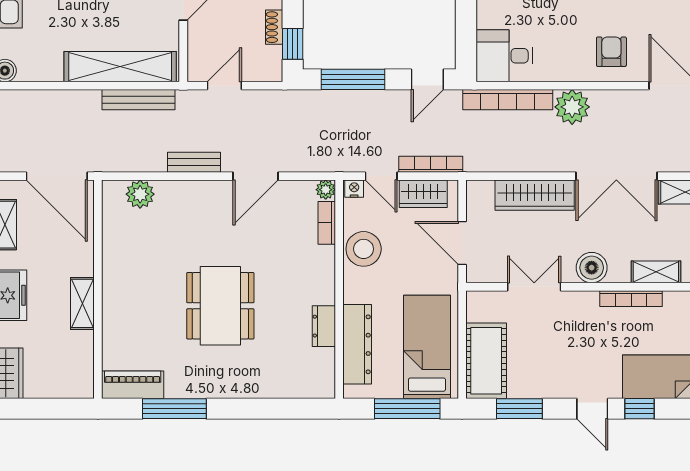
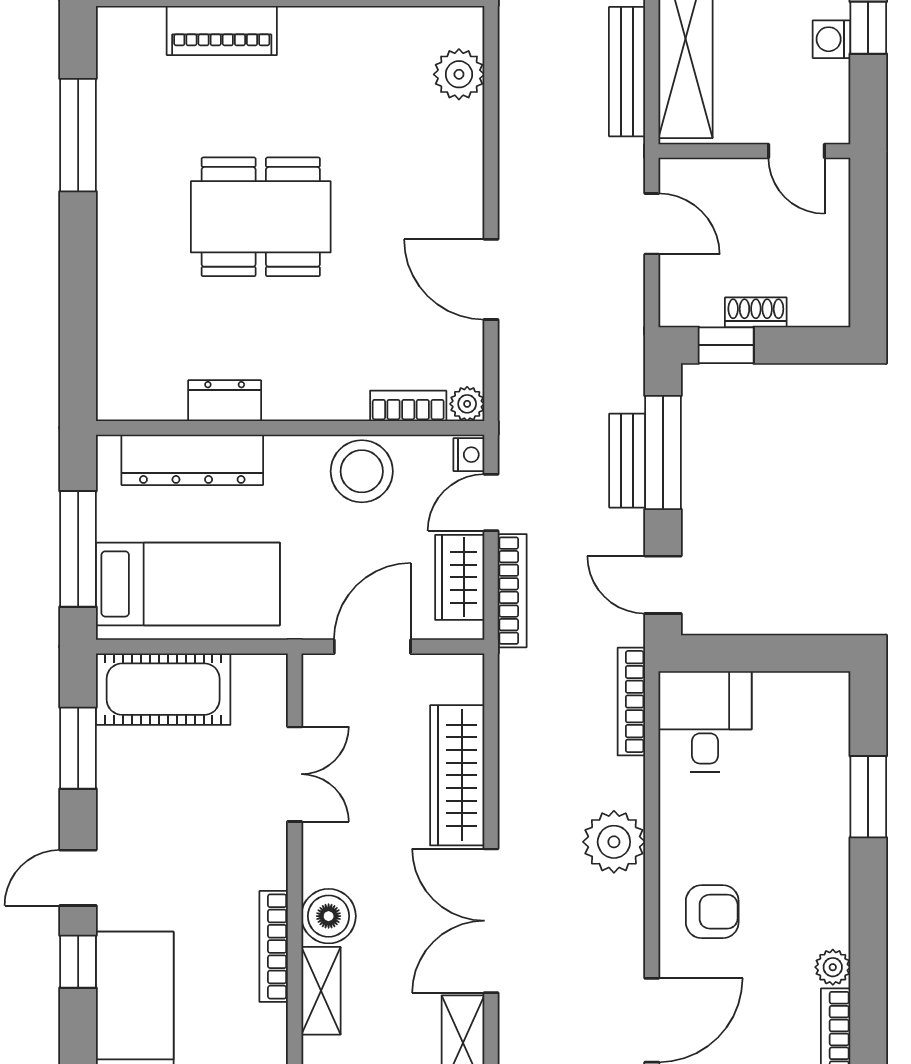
bookcase: (508, 100) -> (631, 702), width x0.68, depth x0.76
bench: (194, 162) -> (627, 461), moved
boiler: (592, 268) -> (329, 916), moved
piano: (133, 385) -> (222, 30), moved, turned 90

